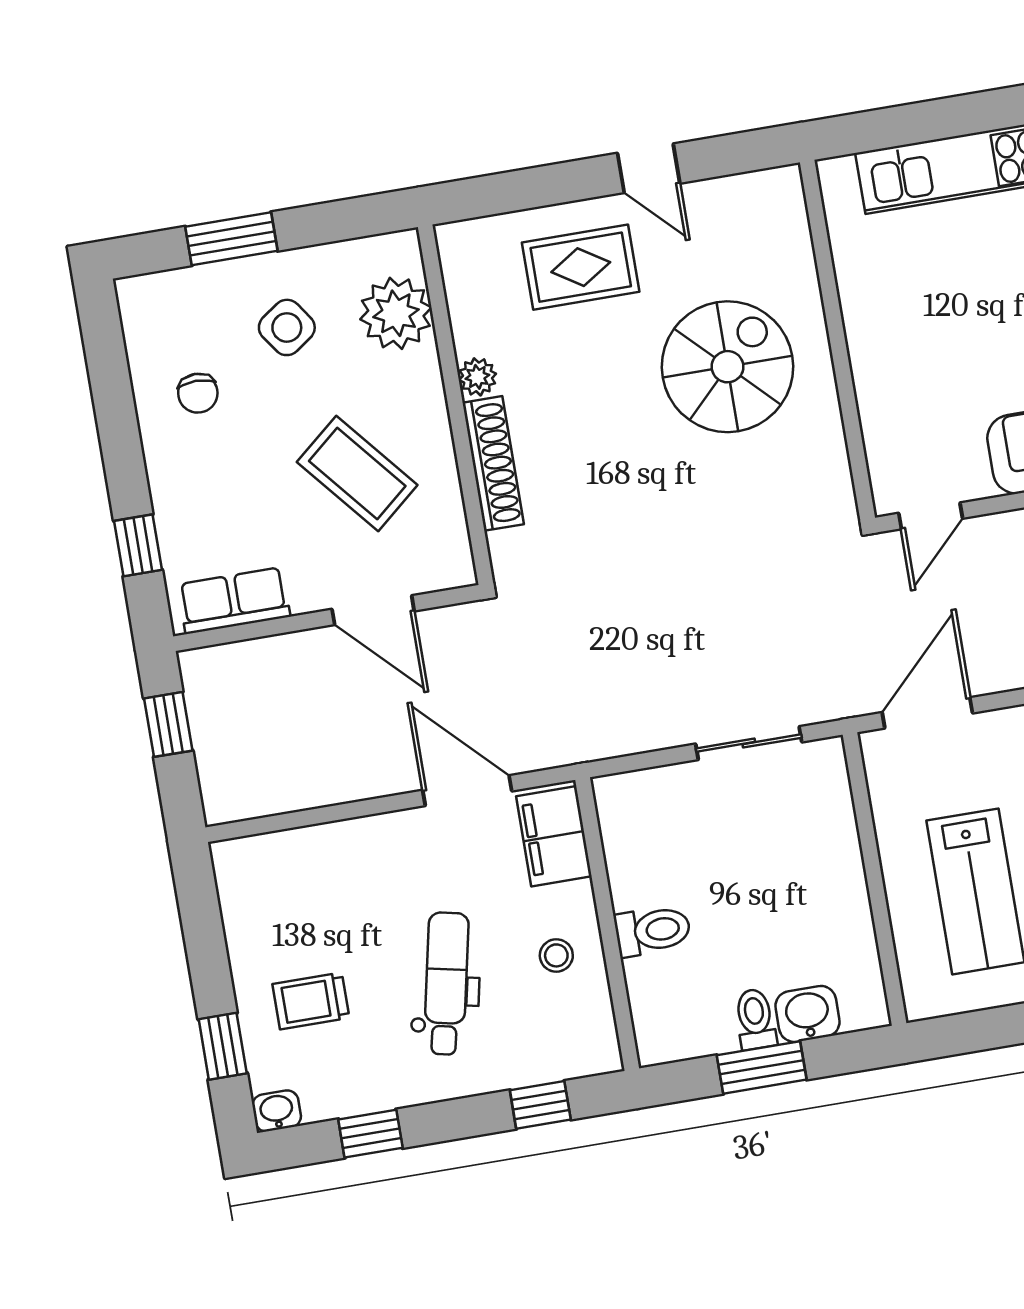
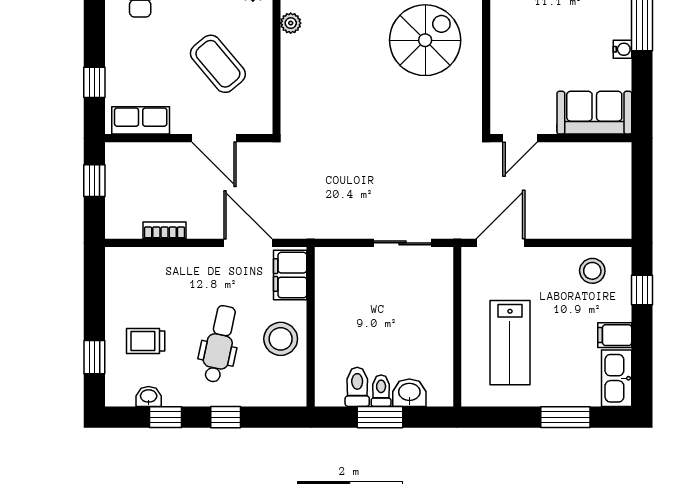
shoe rack: (493, 463) -> (291, 71), removed
bookcase: (311, 794) -> (165, 230), added
toilet: (653, 931) -> (357, 387), moved, turned -90
stool: (556, 955) -> (281, 339), width x1.89, depth x1.89
window: (540, 1105) -> (226, 417), moved
washbasin: (277, 1111) -> (149, 397), moved

